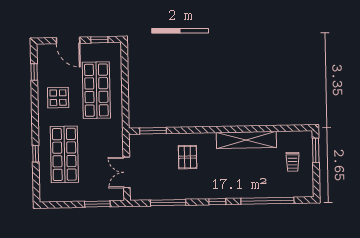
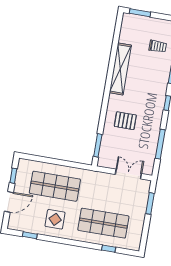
window: (36, 154) -> (109, 249), moved
trolley: (293, 162) -> (158, 46), moved
double door: (127, 172) -> (128, 174), swing flipped

